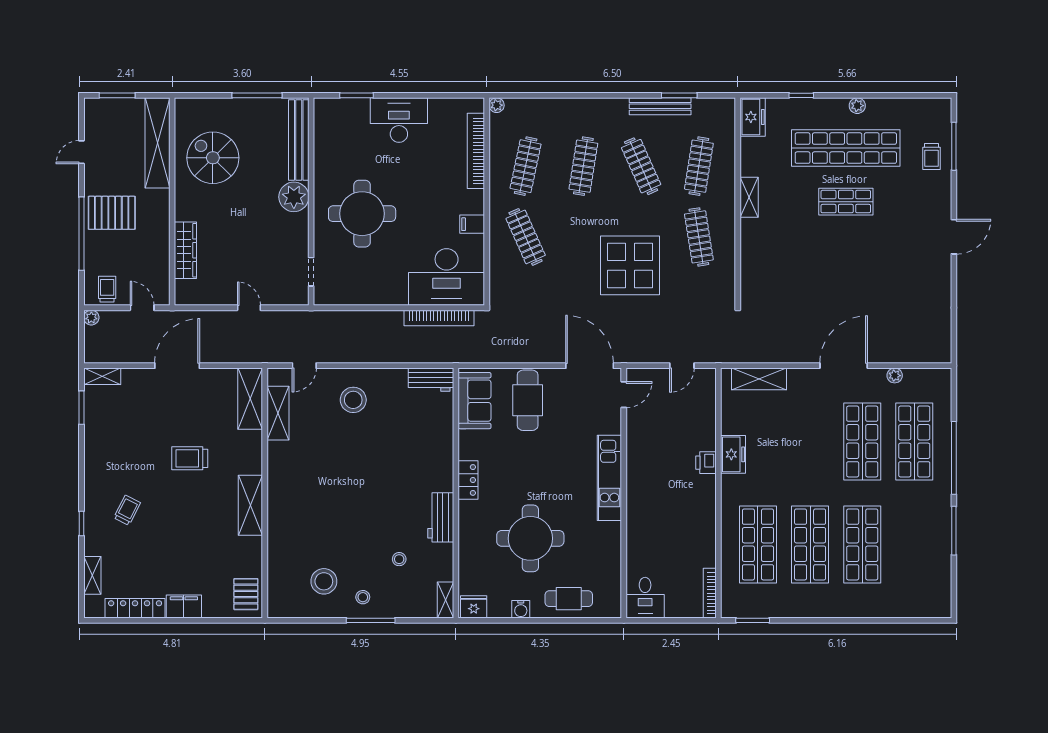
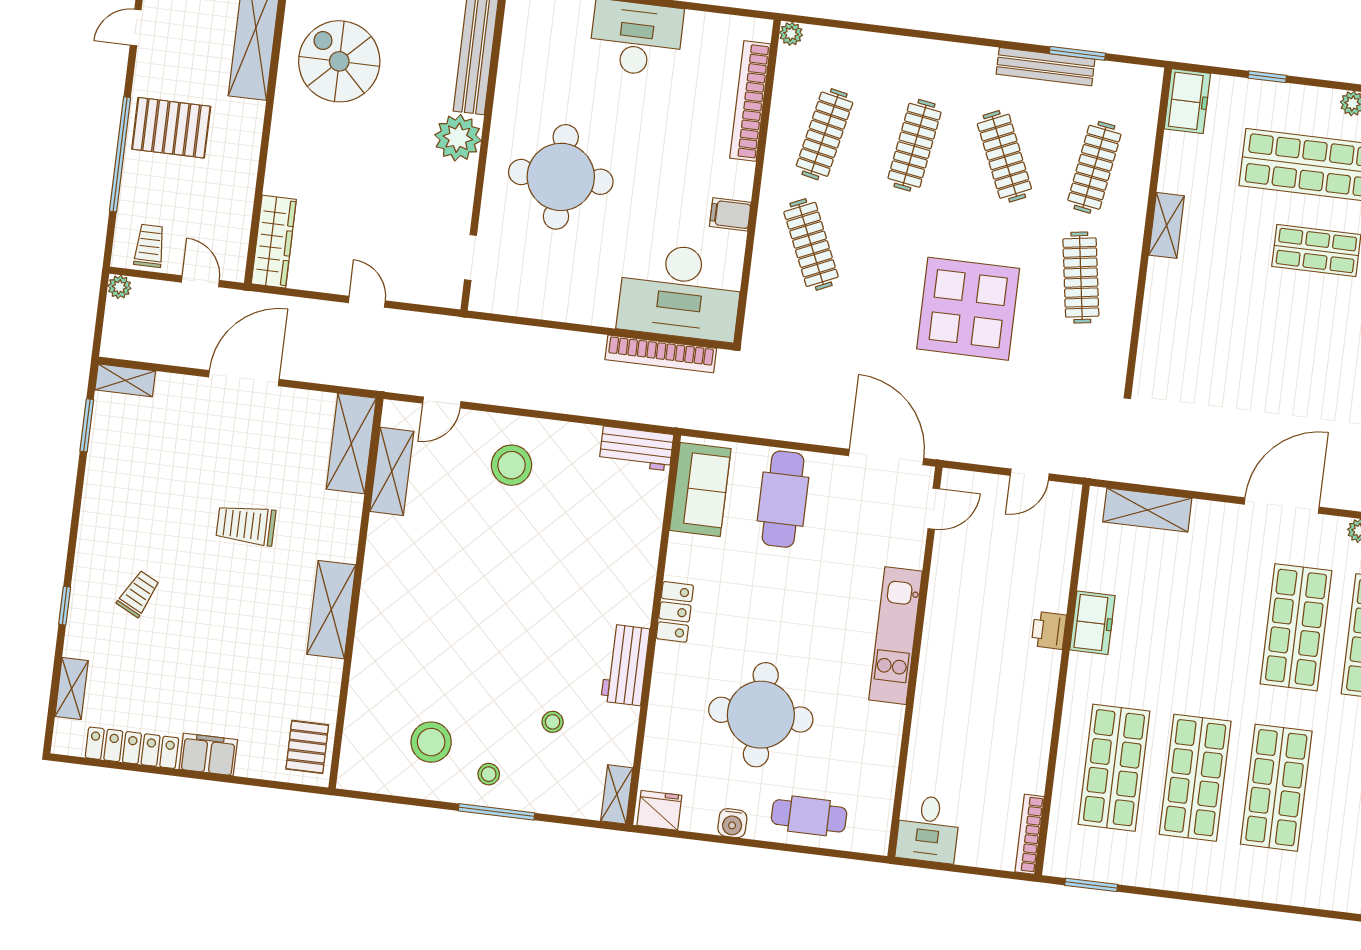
wardrobe: (185, 250) -> (274, 242), moved

